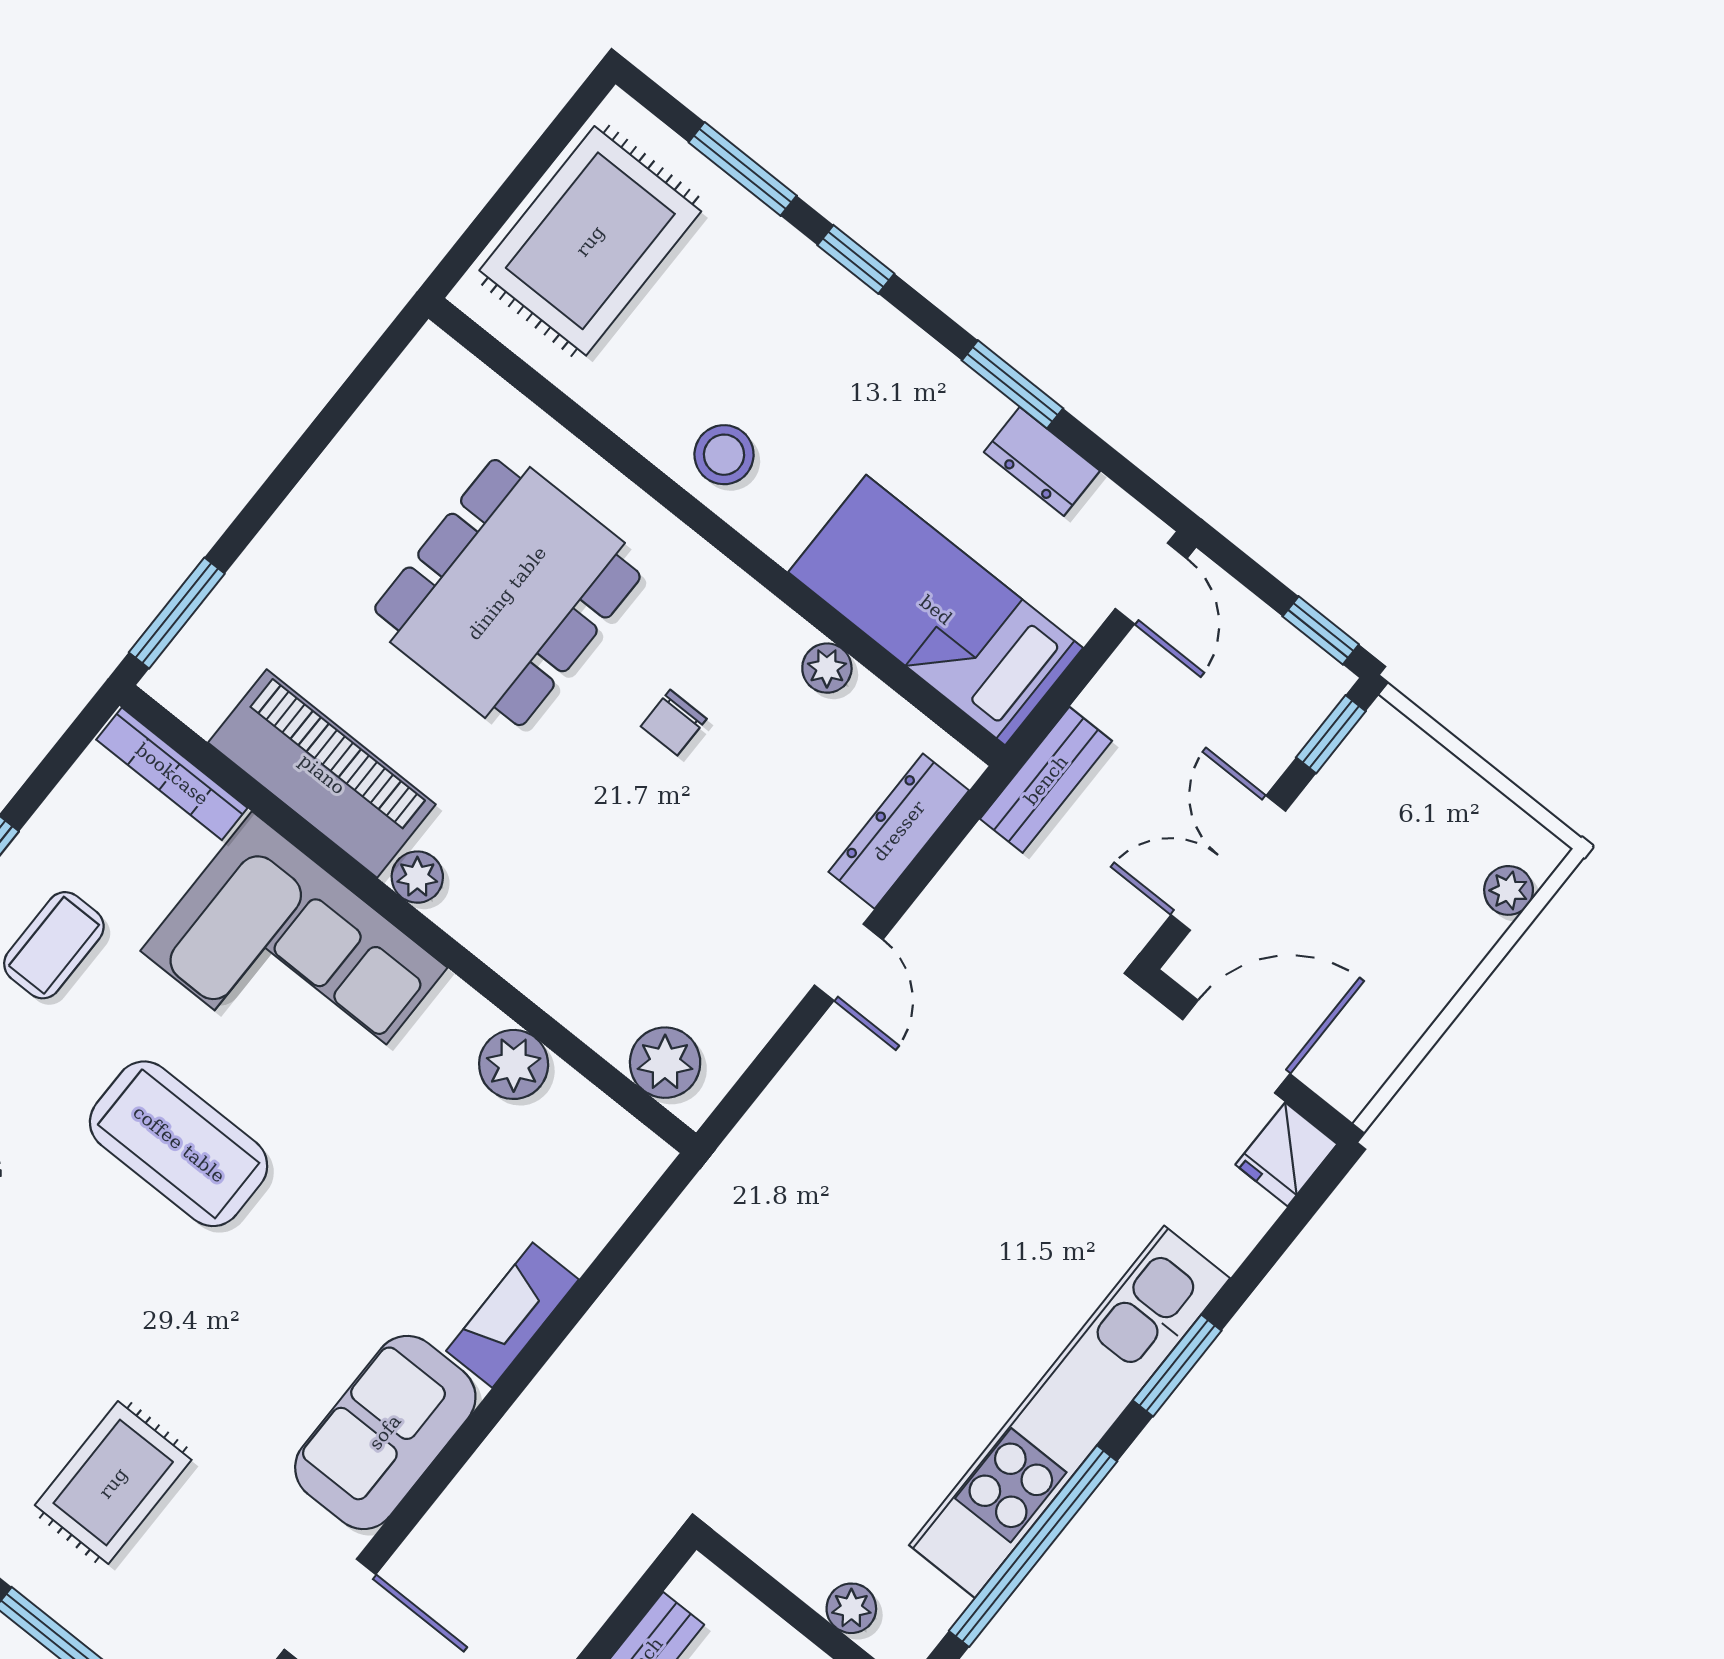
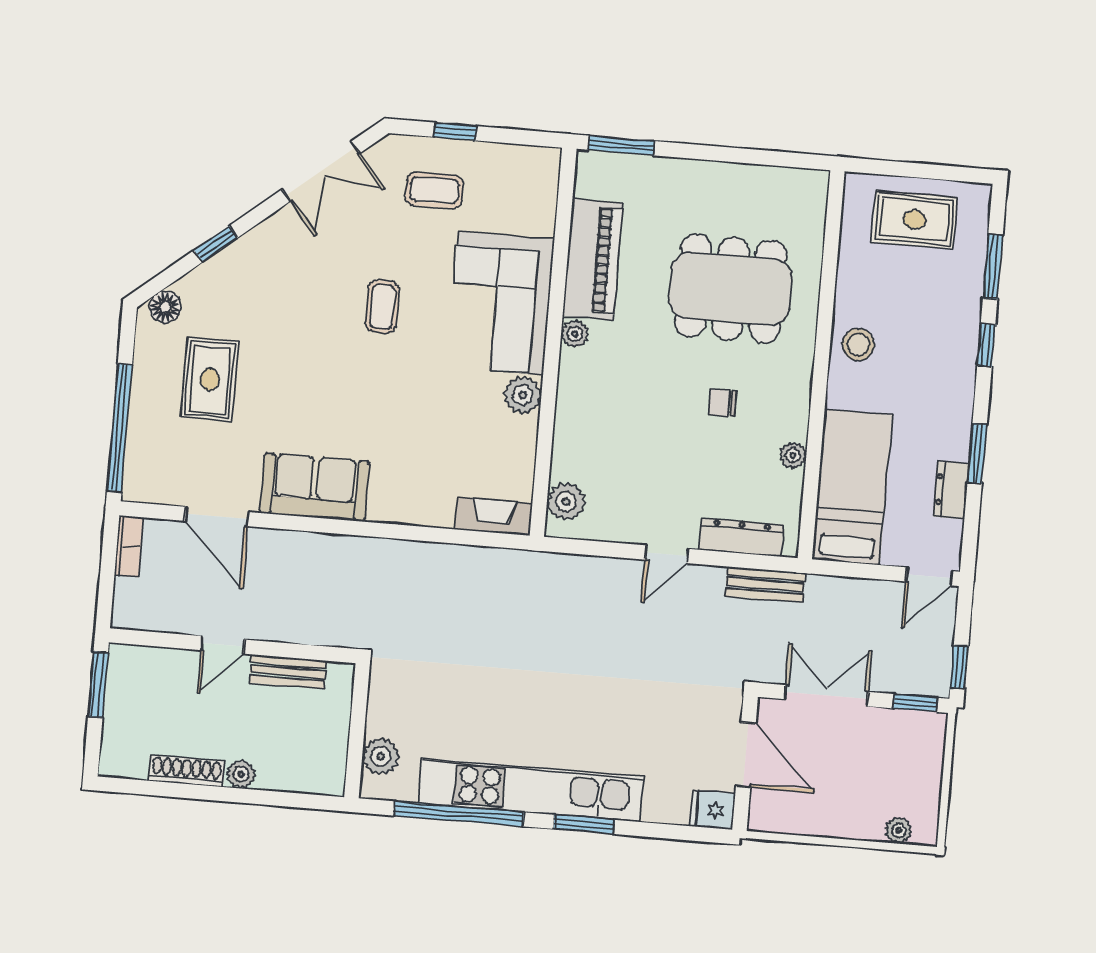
rug: (590, 241) -> (914, 220), width x0.73, depth x0.70
bookcase: (172, 774) -> (547, 192), removed
bench: (1046, 780) -> (765, 585), moved
plant: (514, 1064) -> (523, 395), moved
coffee table: (179, 1144) -> (382, 307), width x0.54, depth x0.58
fireplace: (512, 1315) -> (494, 516), moved
rug: (113, 1483) -> (210, 380), turned 90
plant: (851, 1608) -> (381, 756), width x1.38, depth x1.38

